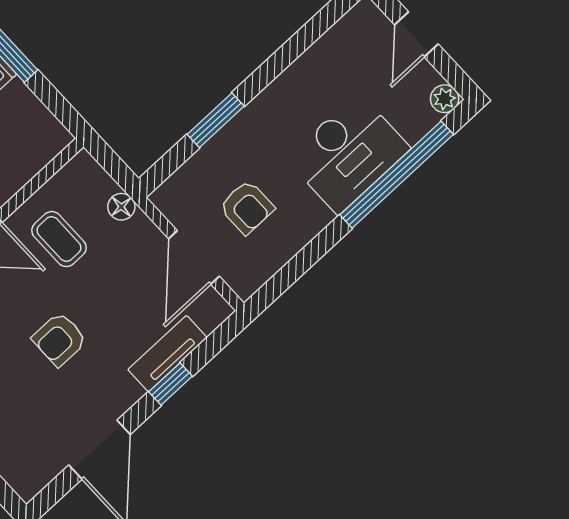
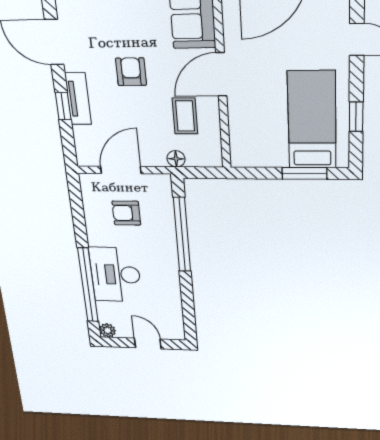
window: (216, 120) -> (182, 235), width x2.11
coffee table: (59, 239) -> (185, 116), turned 90
door: (194, 257) -> (121, 170), hinge flipped
tv unit: (167, 354) -> (78, 99), moved

